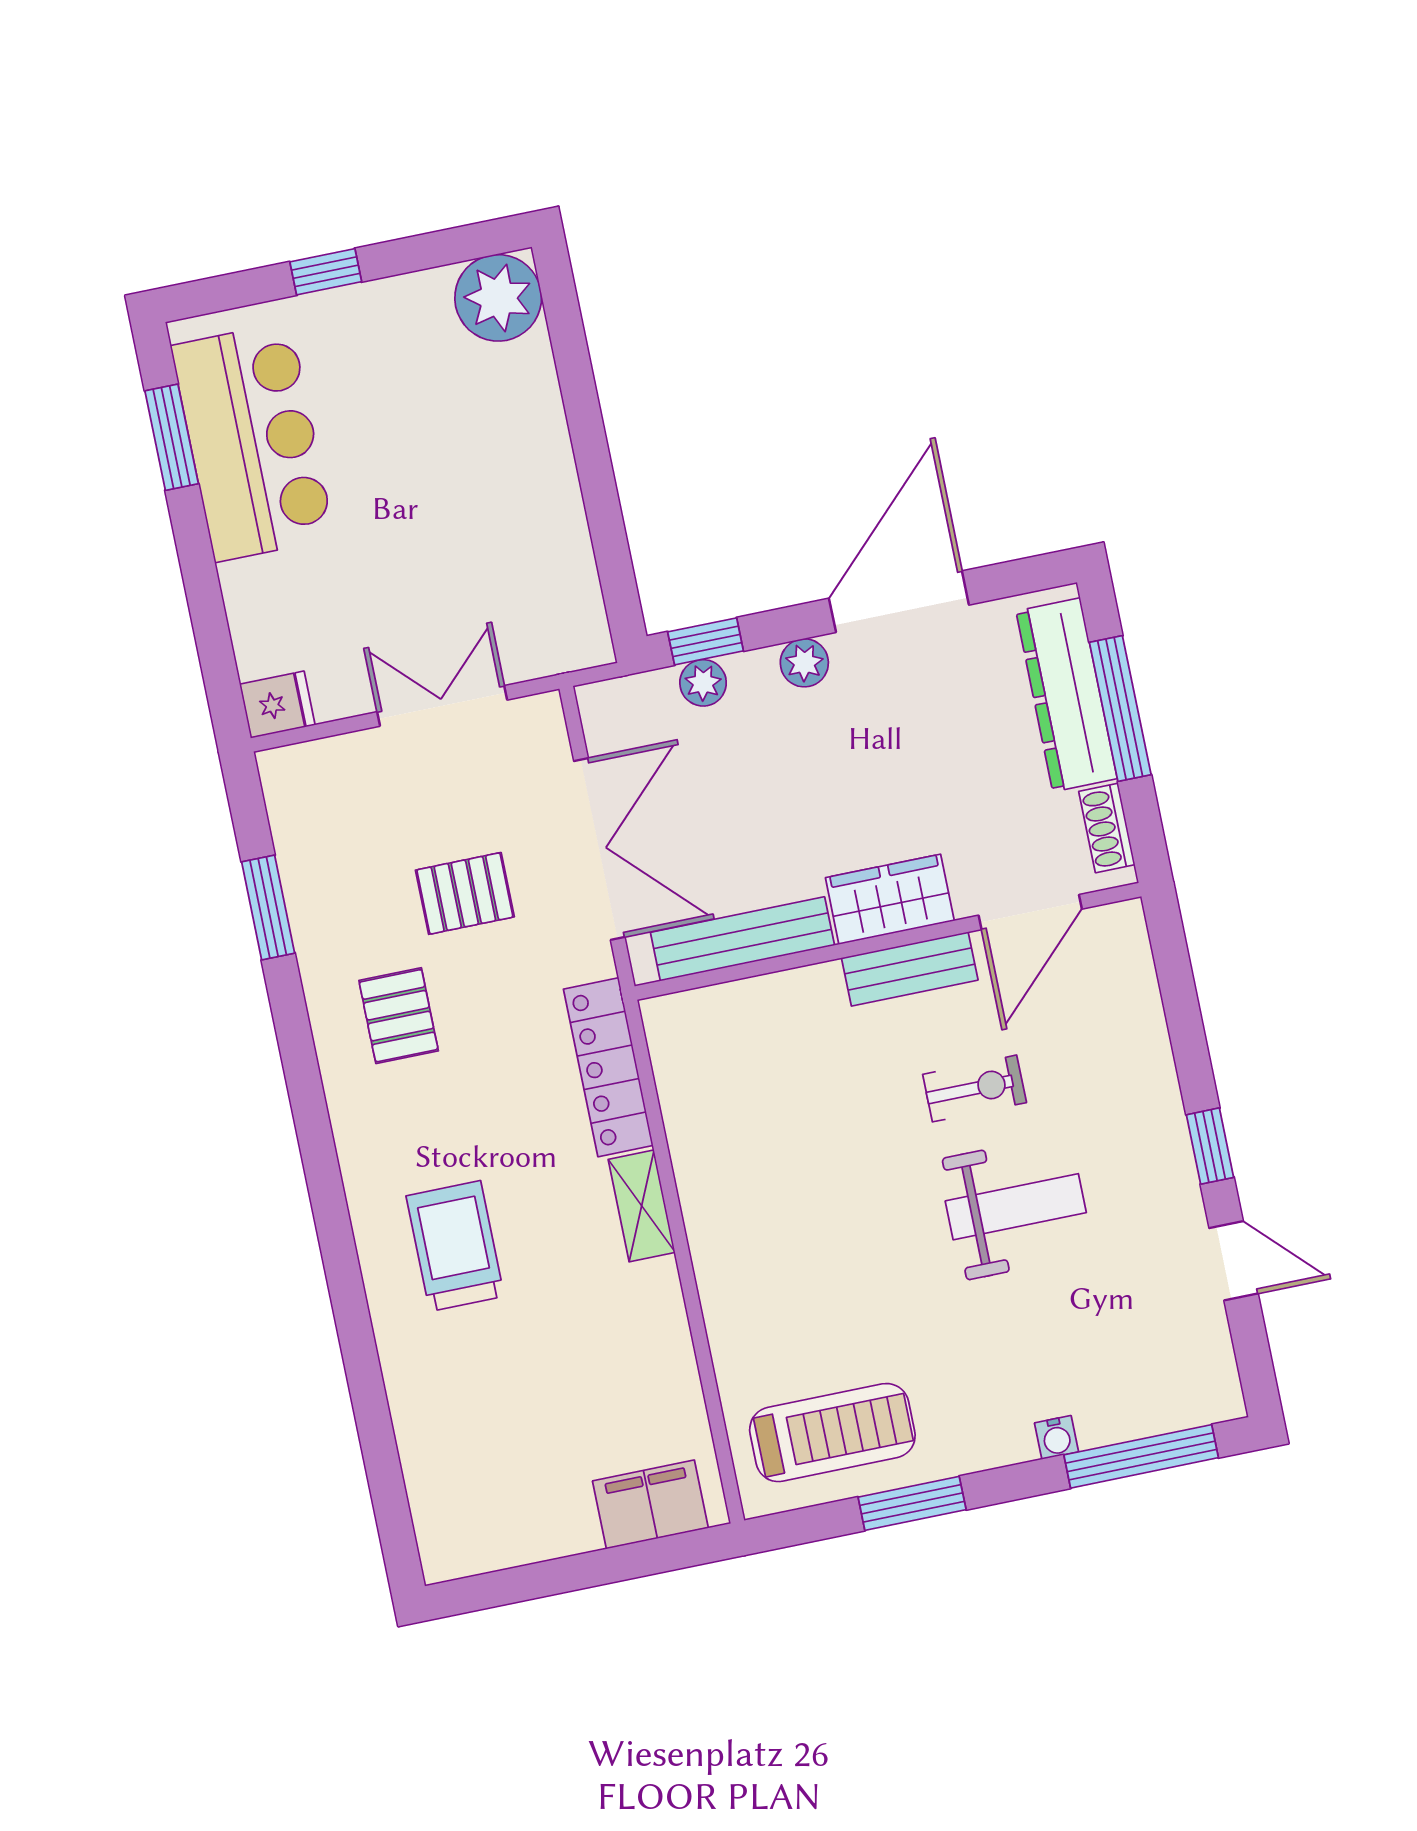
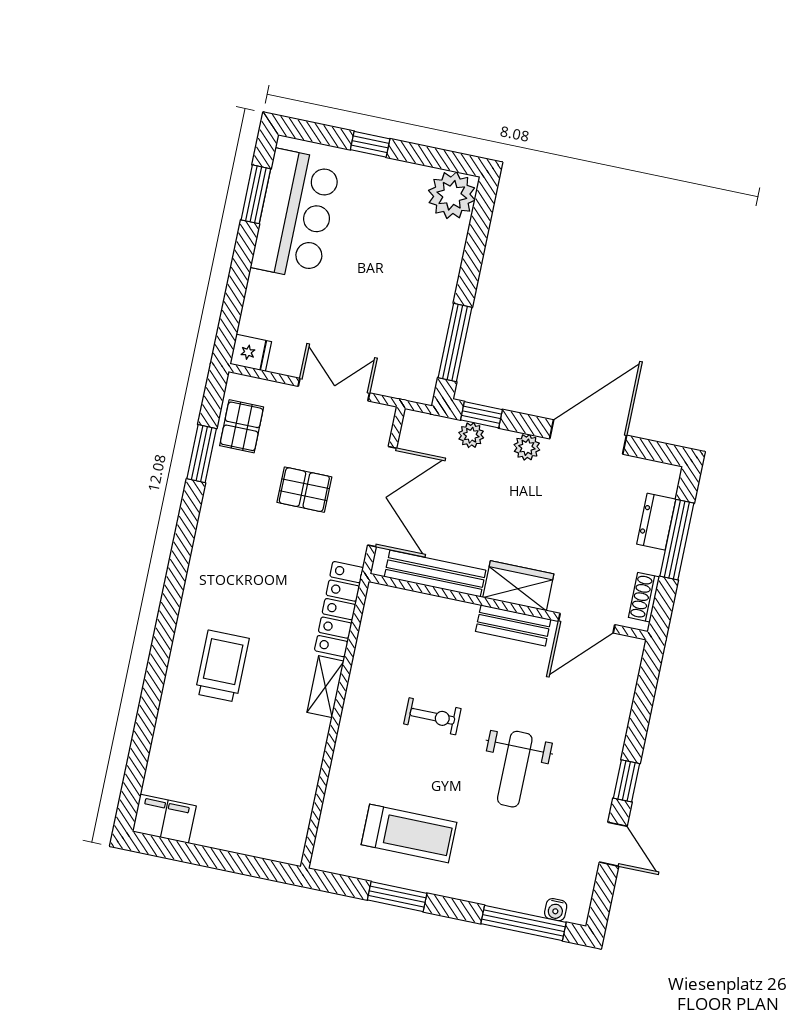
window: (609, 540) -> (455, 343), added
dresser: (1067, 695) -> (656, 522), width x0.51, depth x0.80
pallet: (399, 1016) -> (242, 426), moved
exercise bike: (975, 1088) -> (432, 716), moved
weight bench: (1016, 1207) -> (515, 769), turned 90
treadmill: (832, 1433) -> (409, 834), moved
water cooler: (1057, 1437) -> (556, 910), moved
filing cabinet: (650, 1504) -> (164, 819), moved

